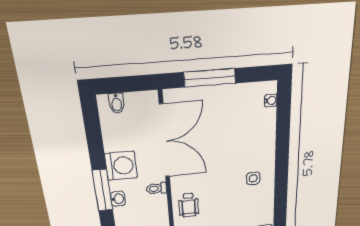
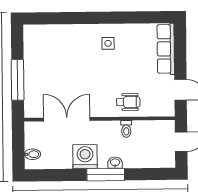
water cooler: (271, 101) -> (39, 30), removed
double door: (164, 141) -> (67, 119), width x0.73
toilet: (156, 189) -> (126, 129), moved

